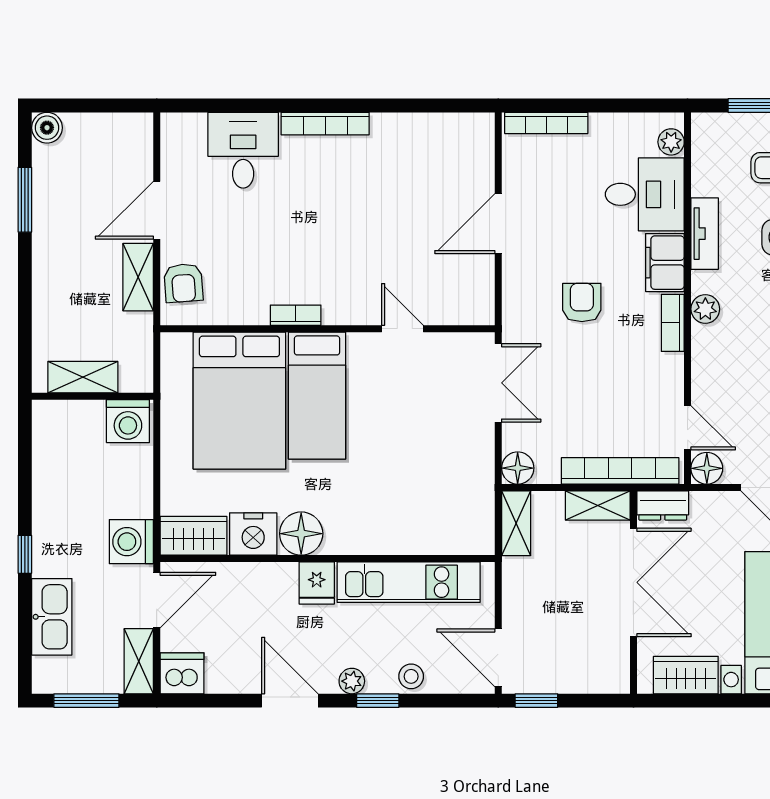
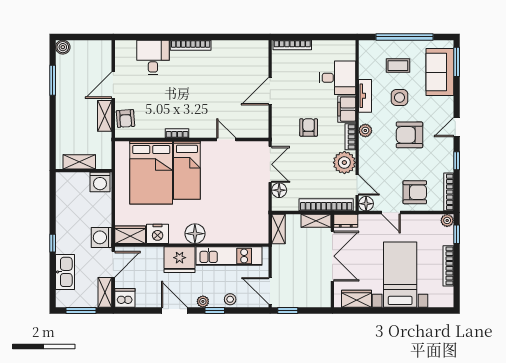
plant: (671, 142) -> (344, 163), moved, width x1.88, depth x1.88
floor lamp: (518, 468) -> (279, 190), moved
floor lamp: (301, 534) -> (195, 234), moved
fridge: (317, 583) -> (180, 260), width x1.88, depth x1.34

